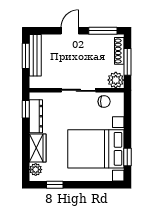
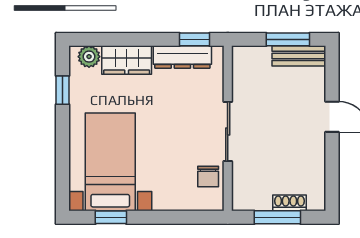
window: (103, 31) -> (332, 174), removed
shoe rack: (119, 51) -> (289, 203), width x0.70
bench: (35, 55) -> (299, 56), width x0.73
plant: (116, 80) -> (246, 197), removed
bed with nightstands: (96, 149) -> (110, 162), width x0.73

